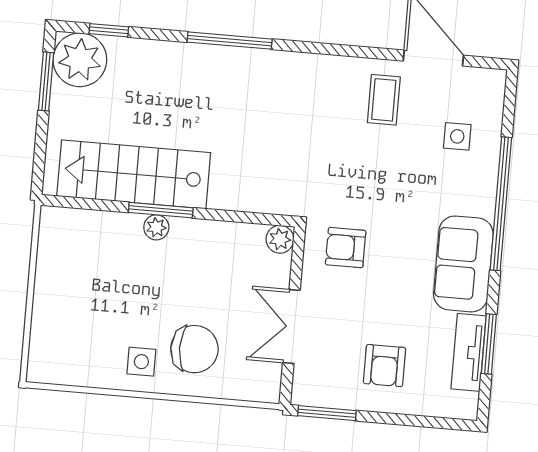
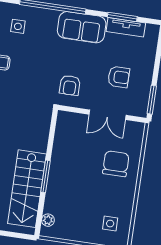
plant: (156, 227) -> (48, 220), moved
plant: (280, 239) -> (64, 118), removed
side table: (141, 362) -> (110, 224), moved
armchair: (384, 366) -> (119, 77), moved

